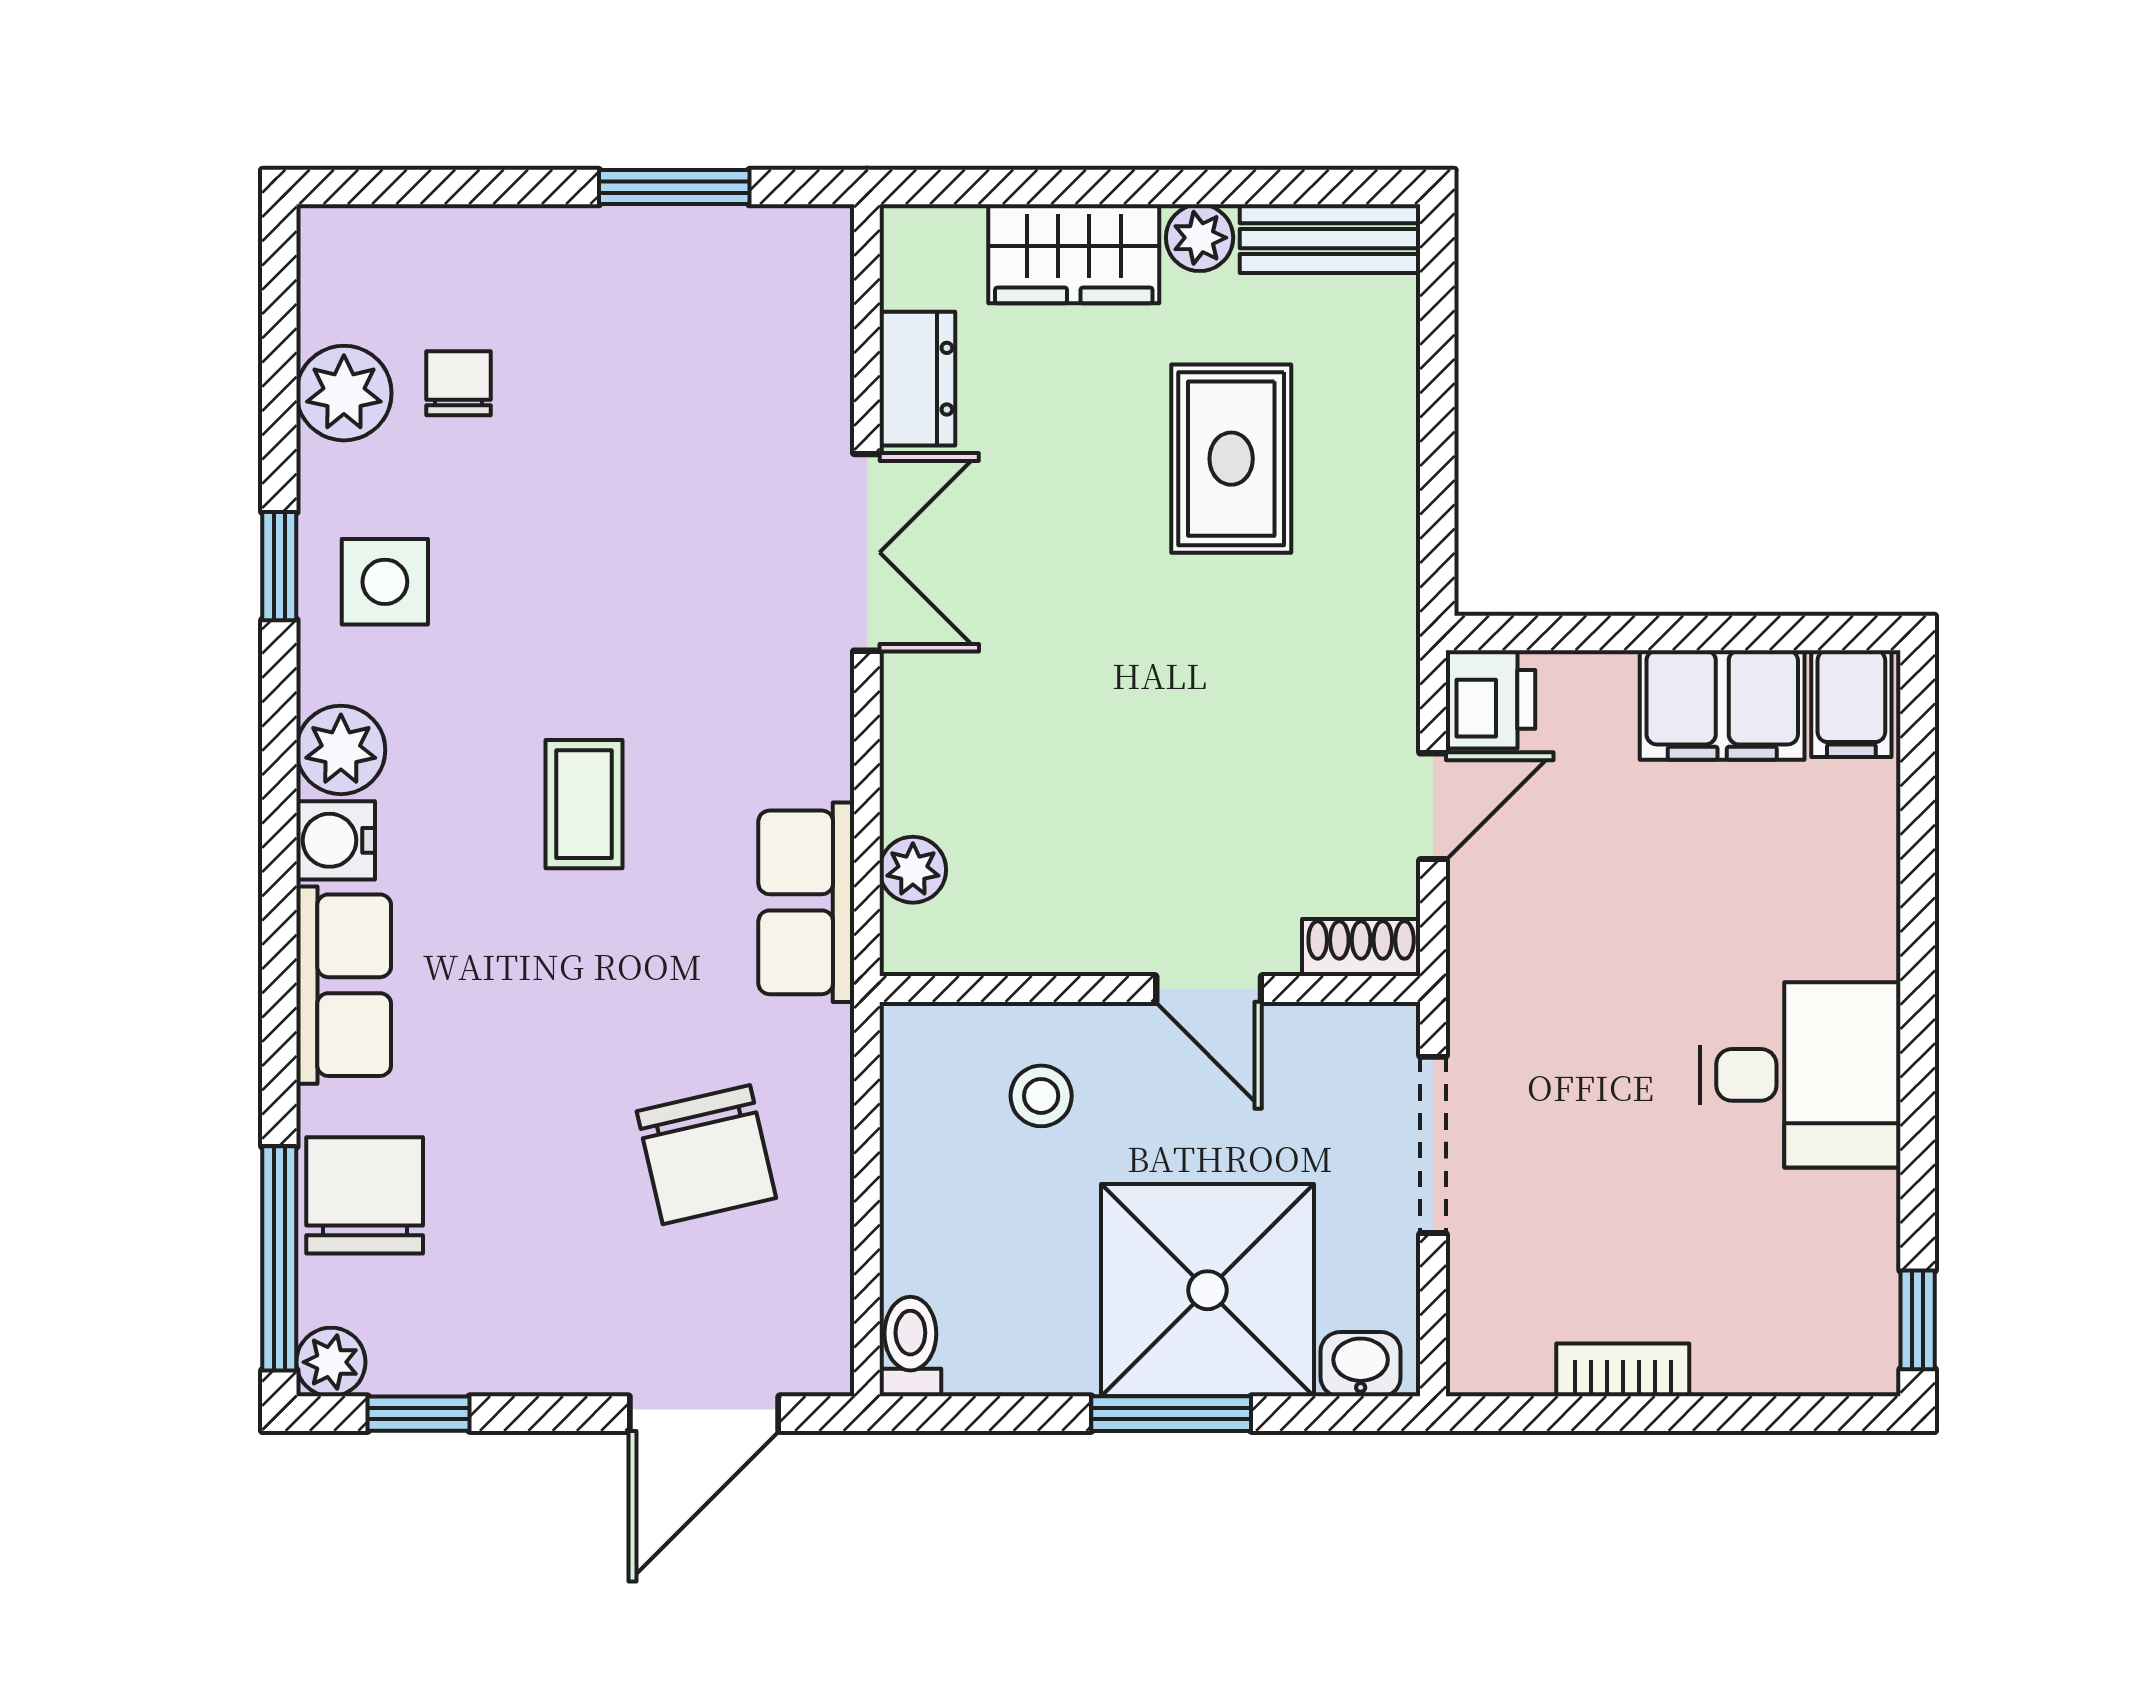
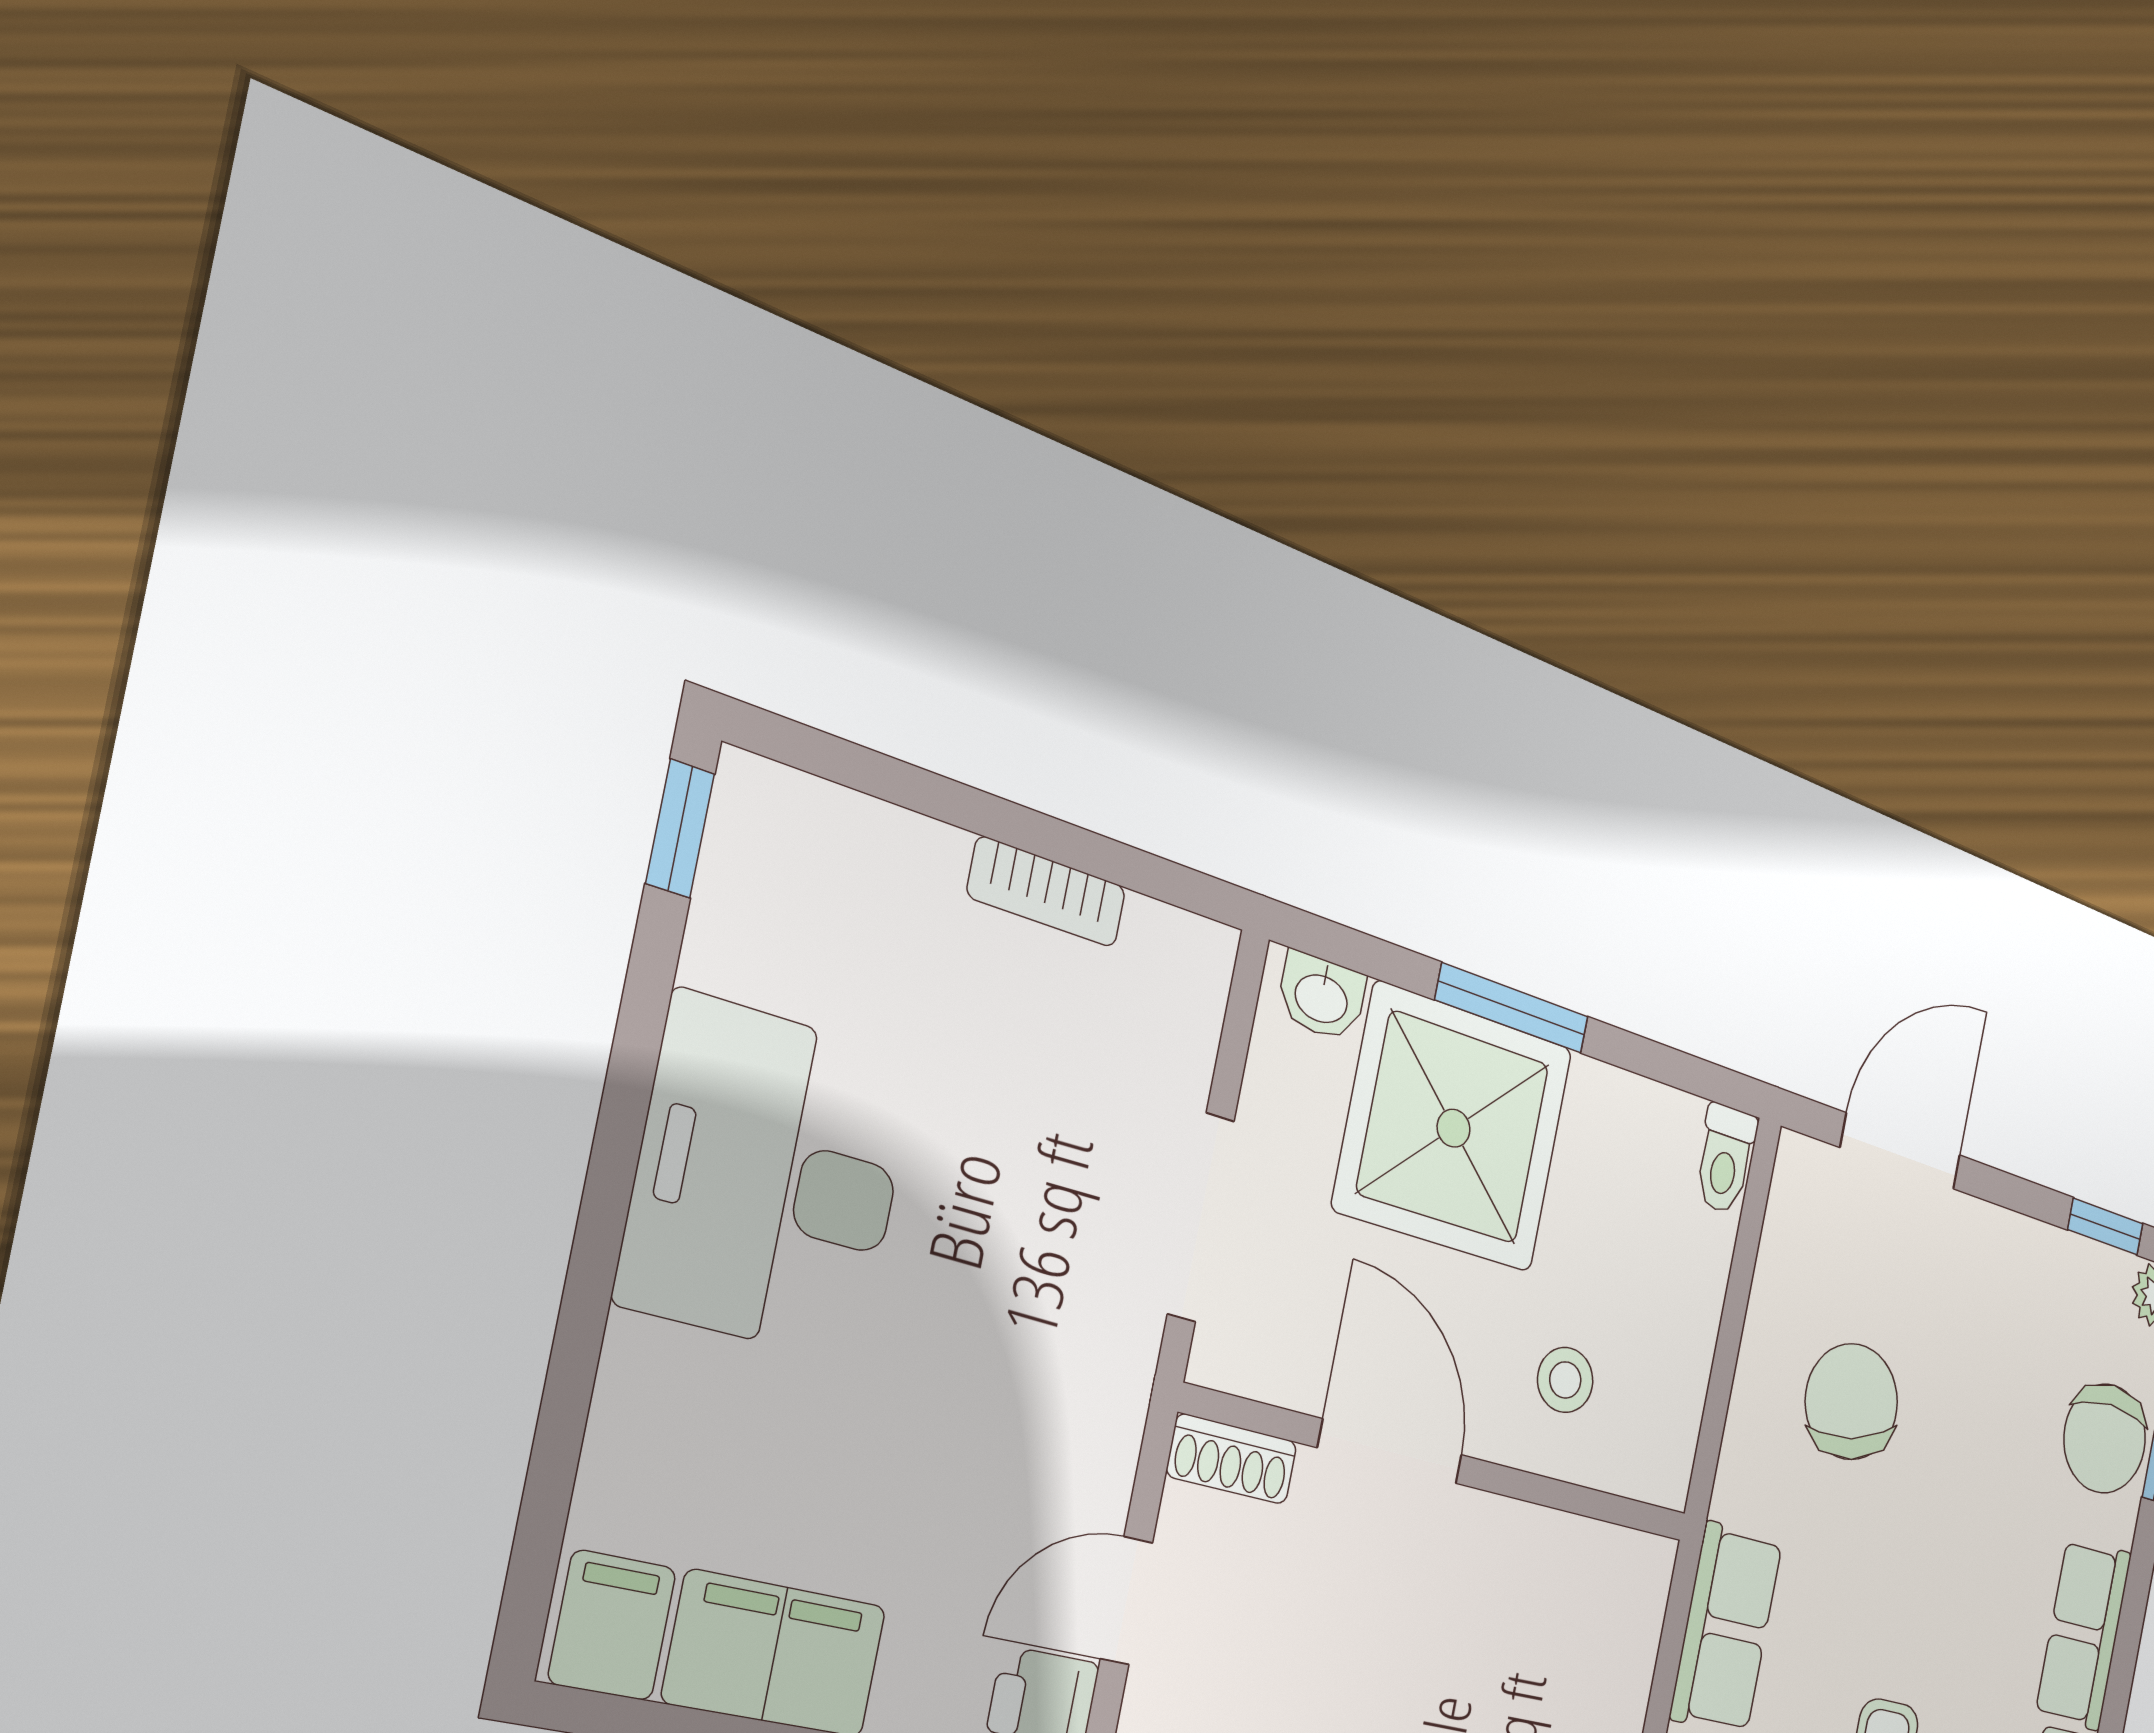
plant: (913, 870) -> (1632, 1641), removed
door: (1209, 989) -> (1390, 1451), width x1.38
desk: (1800, 1075) -> (768, 1179), width x1.37

